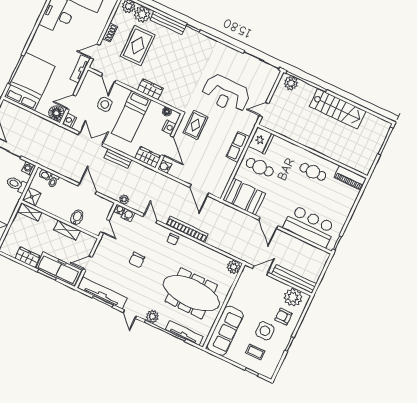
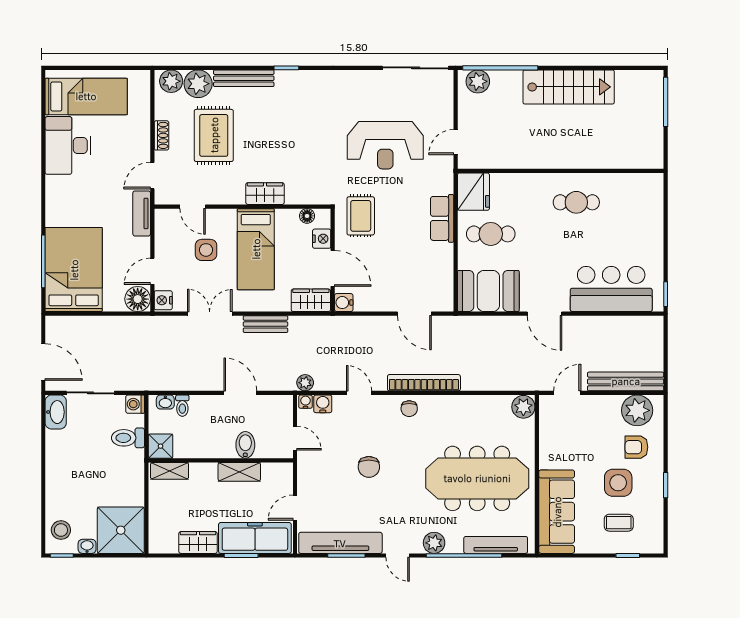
piano: (350, 178) -> (638, 184), removed

